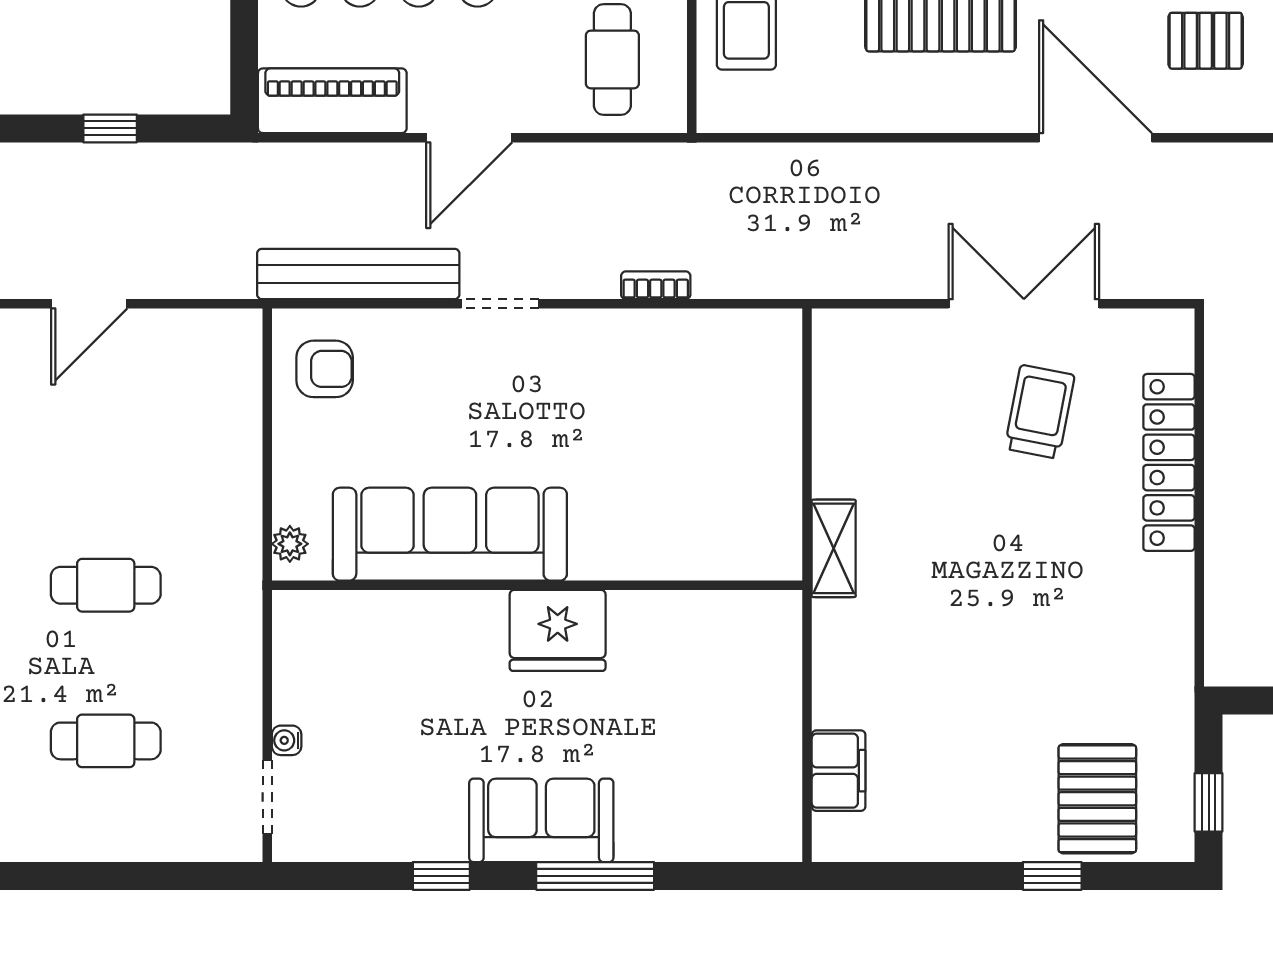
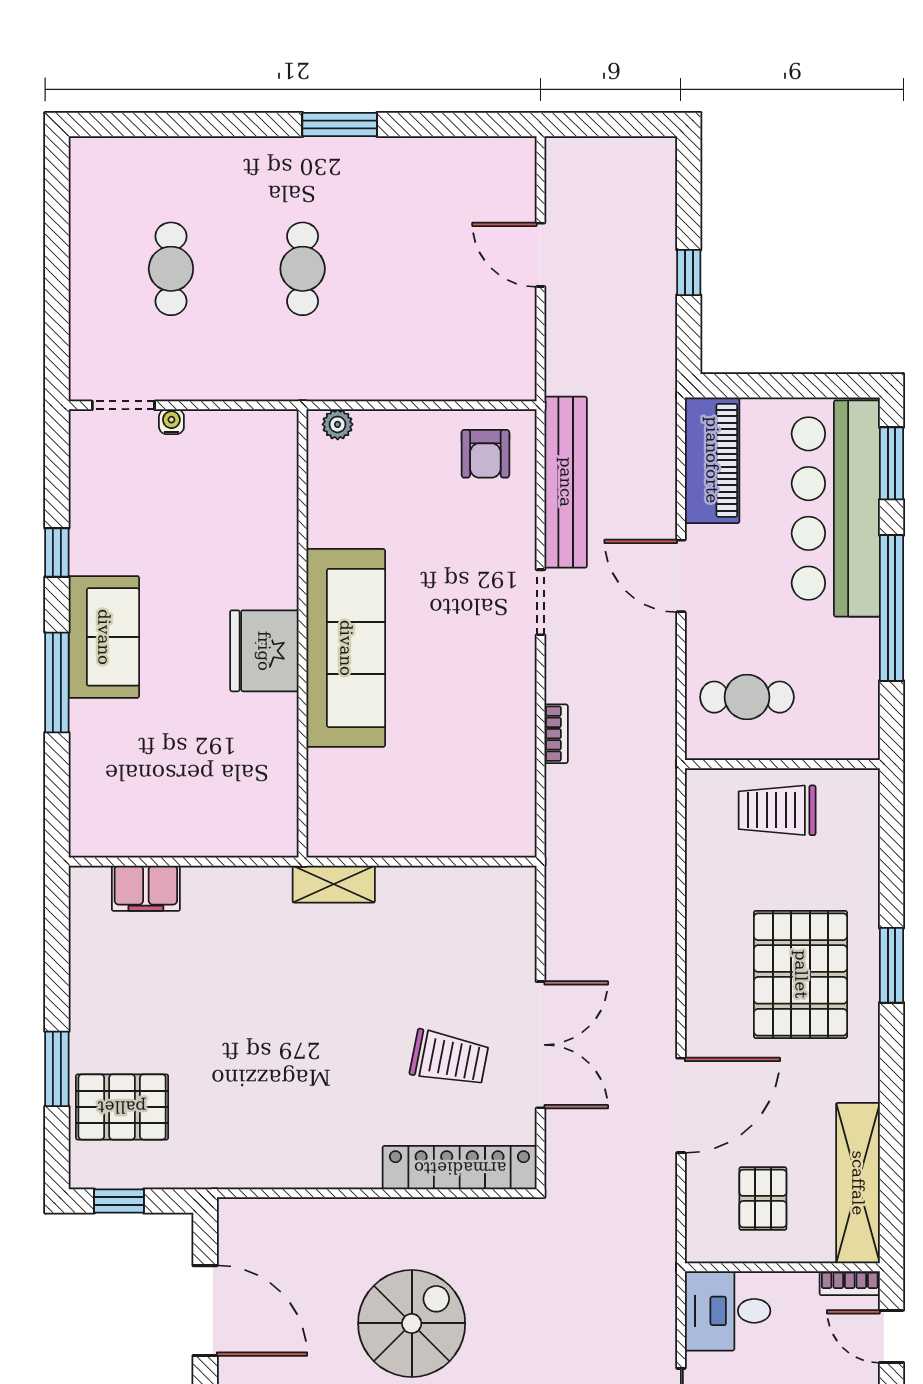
locker: (1169, 462) -> (460, 1168), moved
sofa: (450, 534) -> (346, 648), moved
window: (1052, 876) -> (57, 1069), width x1.50

